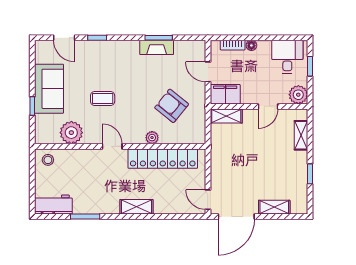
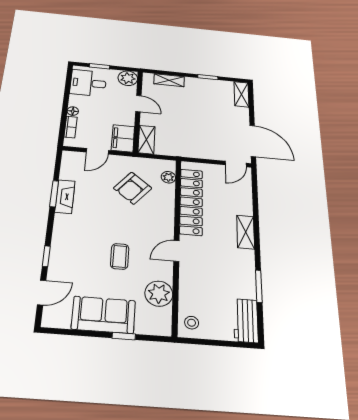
plant: (152, 138) -> (168, 177), moved
shelving: (274, 207) -> (241, 94), moved

